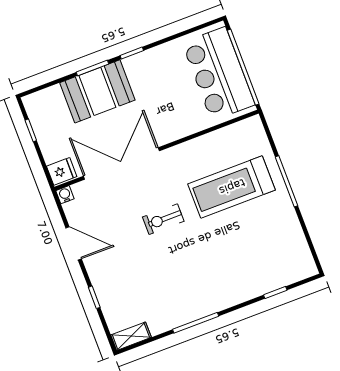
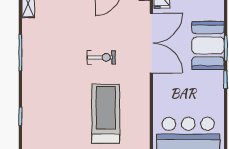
exercise bike: (163, 219) -> (101, 57), turned 90

